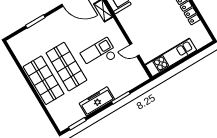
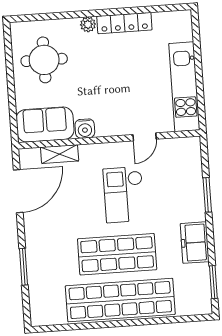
water cooler: (123, 17) -> (85, 129), added
shop shelf: (44, 80) -> (120, 300), width x1.40
freezer: (97, 101) -> (195, 243), width x0.71

